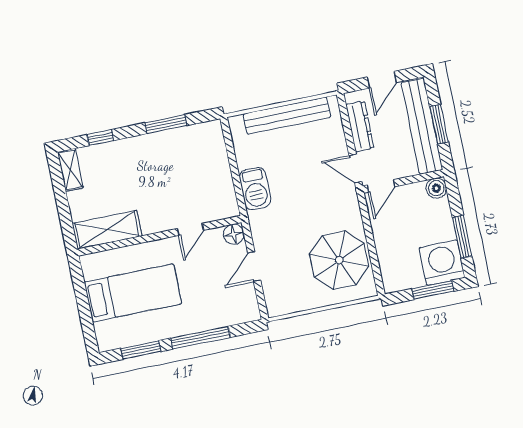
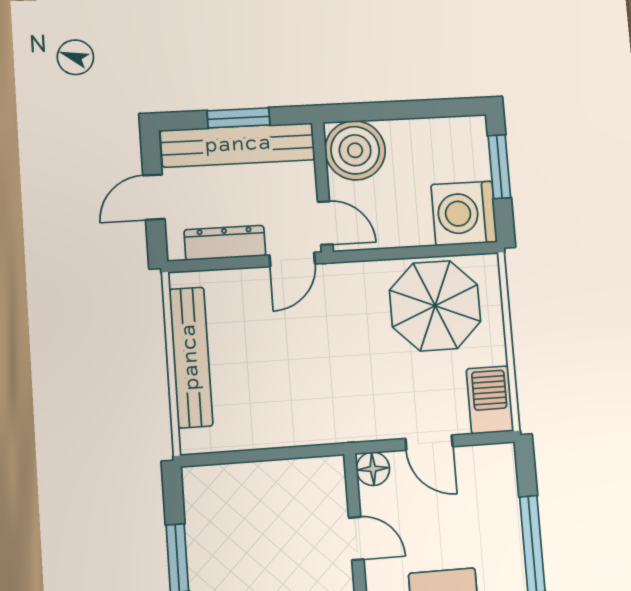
door: (382, 80) -> (154, 197), swing flipped
barbecue: (255, 188) -> (490, 400), moved, turned -90
boiler: (436, 188) -> (355, 150), width x1.86, depth x1.86
window: (462, 237) -> (422, 109), removed
washing machine: (442, 263) -> (464, 213), moved

